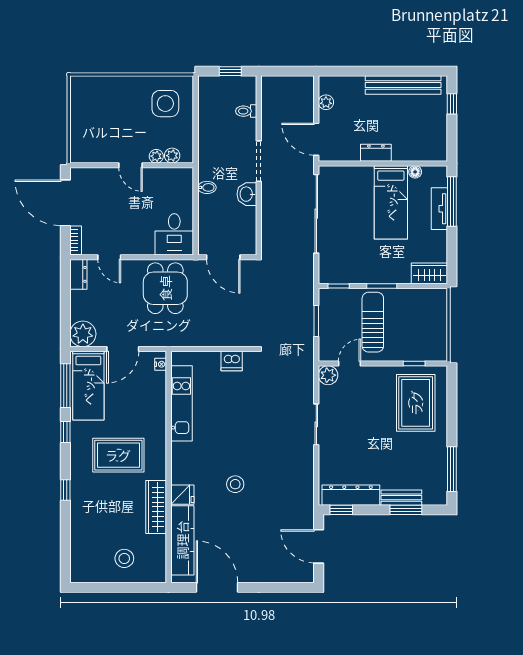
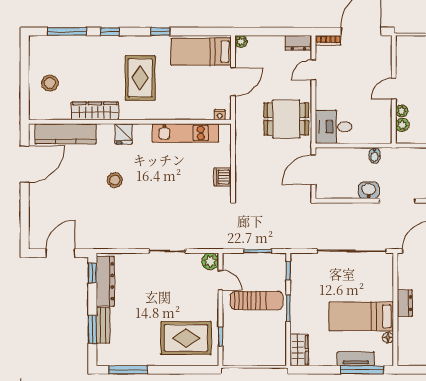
plant: (83, 334) -> (241, 42), width x0.53, depth x0.53
door: (123, 349) -> (233, 82), swing flipped
window: (65, 386) -> (67, 32), moved
fridge: (182, 495) -> (124, 134), moved

